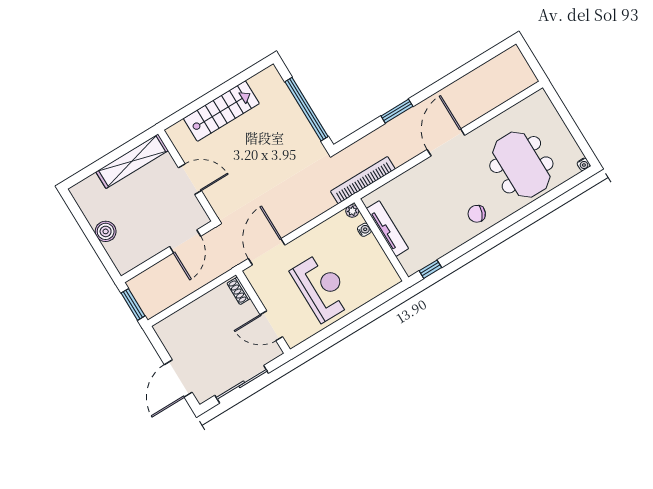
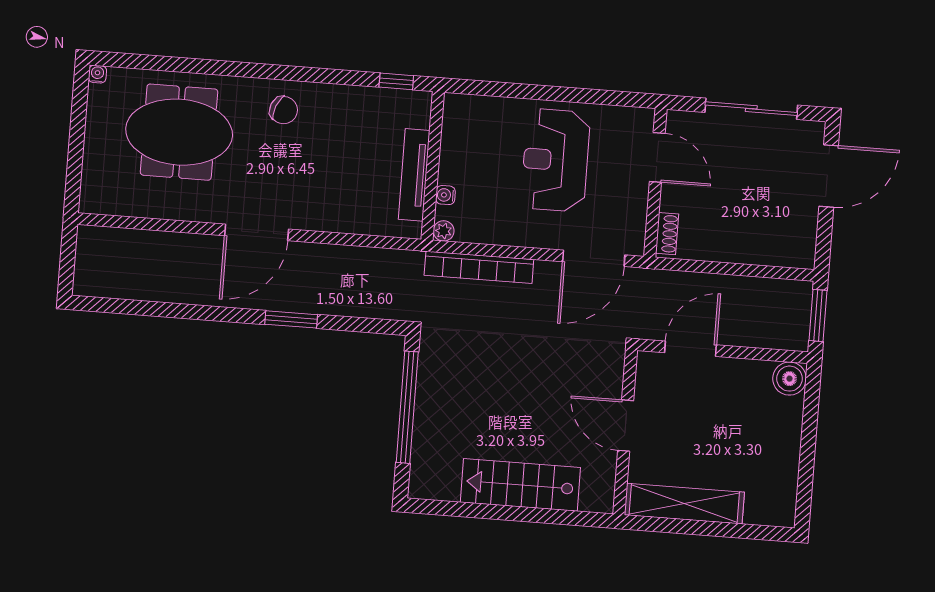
meeting table: (521, 165) -> (179, 132), turned 90
bookcase: (363, 180) -> (479, 267), moved
boiler: (106, 231) -> (790, 379), moved

